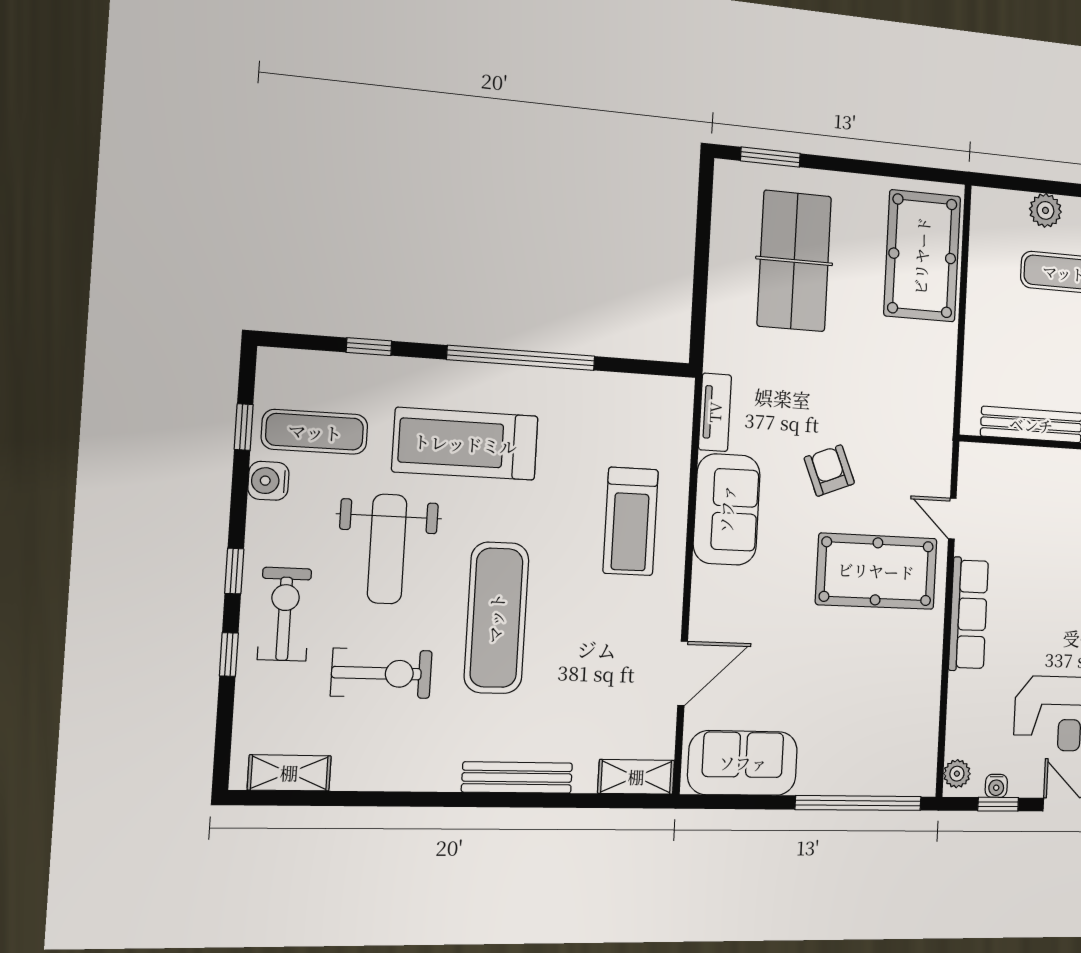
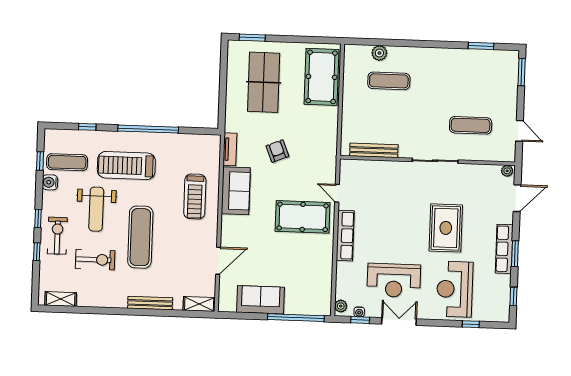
armchair: (829, 470) -> (277, 151), moved
sofa: (743, 763) -> (261, 300), moved

